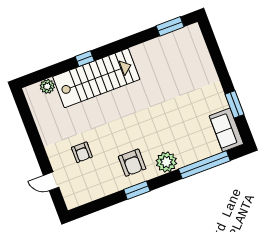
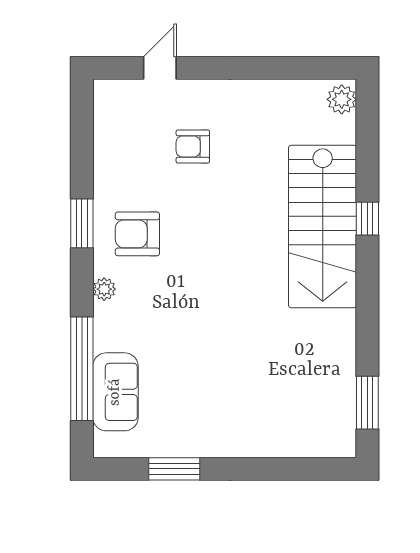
plant: (47, 86) -> (342, 99), moved
sofa: (226, 130) -> (115, 392), moved, turned 90
plant: (166, 162) -> (104, 289), width x0.53, depth x0.53

